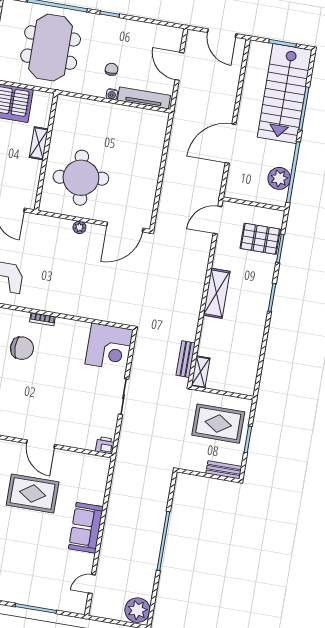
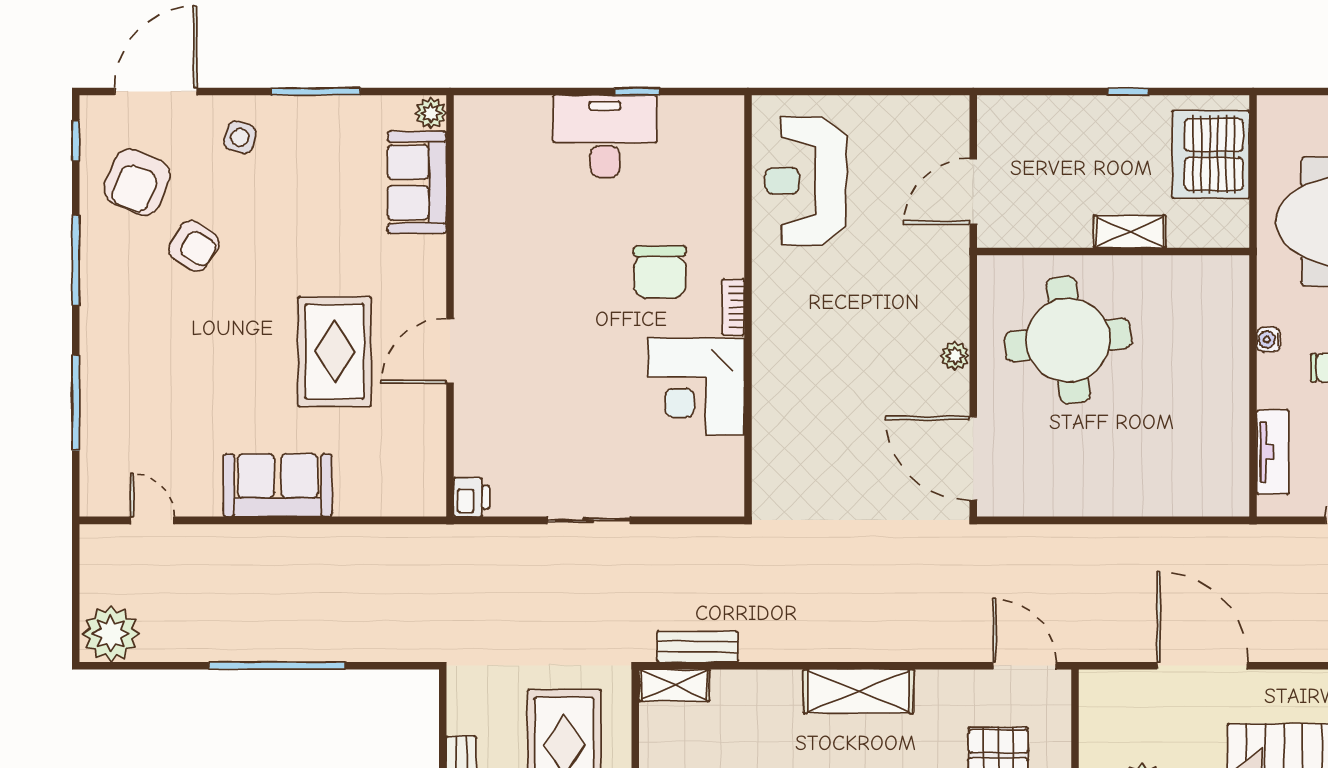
water cooler: (112, 94) -> (1269, 339), moved
tv unit: (144, 98) -> (1273, 452), width x0.71
corner desk: (109, 347) -> (696, 386), moved

